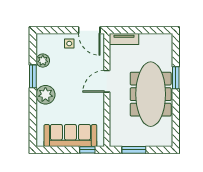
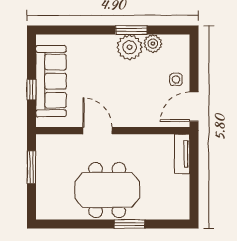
door: (107, 81) -> (97, 131), moved
meeting table: (151, 94) -> (107, 190), width x0.73
plant: (45, 95) -> (130, 47), moved
window: (87, 150) -> (31, 89), moved

